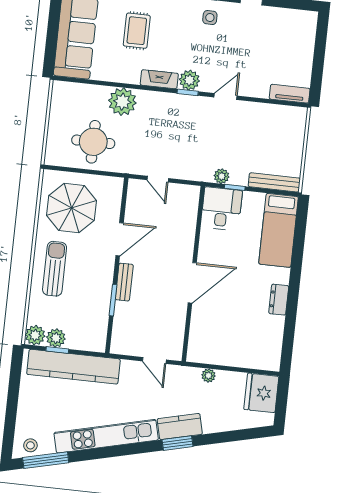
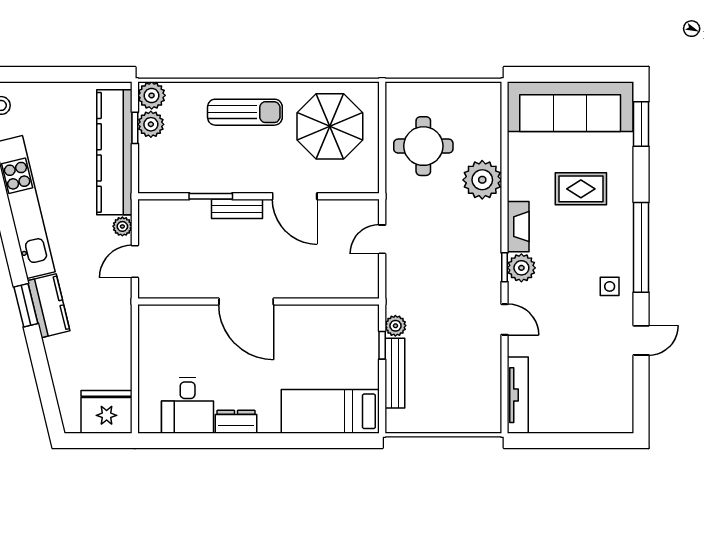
tv unit: (290, 94) -> (518, 395), width x1.41
bench: (274, 182) -> (395, 373), moved
desk: (222, 209) -> (188, 405), moved, turned 90
plant: (209, 375) -> (122, 226), moved

